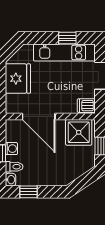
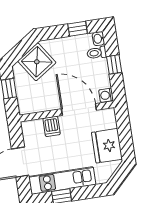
dishwasher: (86, 106) -> (52, 126), moved, turned 90
shower: (79, 132) -> (37, 62), moved, turned -34
washing machine: (11, 149) -> (106, 95), moved

